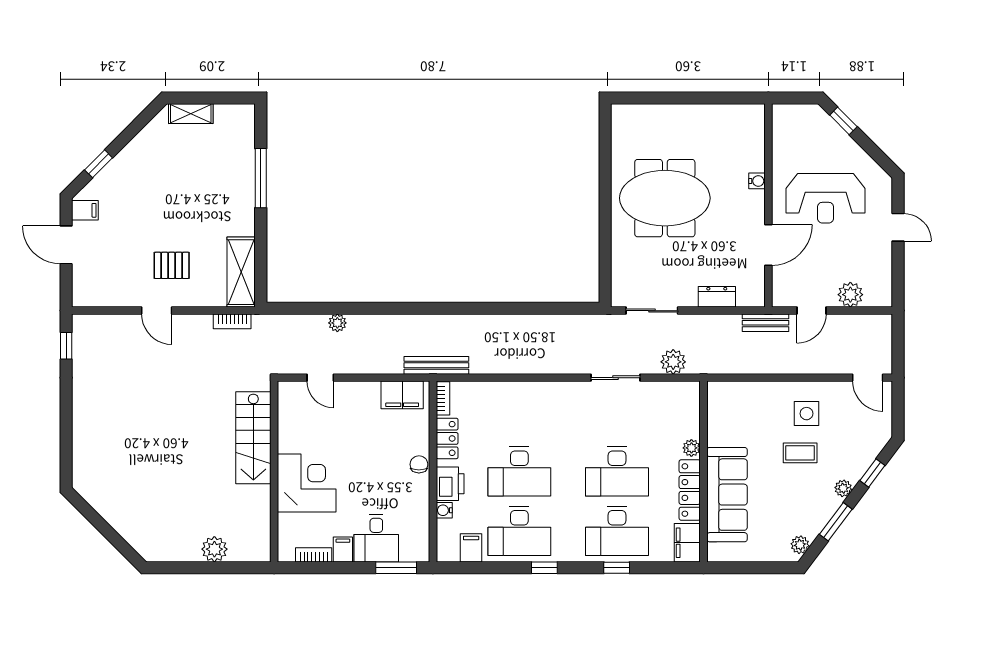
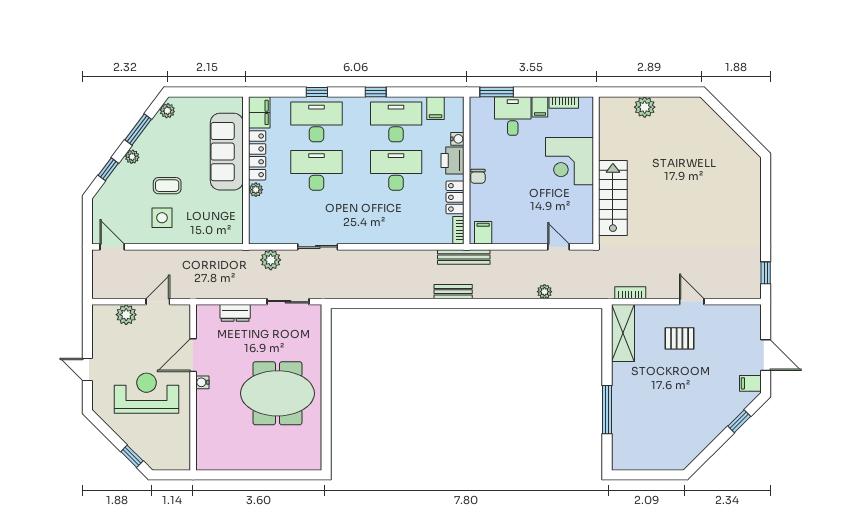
shelving: (191, 114) -> (664, 462), removed
water cooler: (757, 181) -> (202, 382), moved
bench: (766, 323) -> (453, 292), moved
filing cabinet: (402, 395) -> (483, 233), width x0.50

